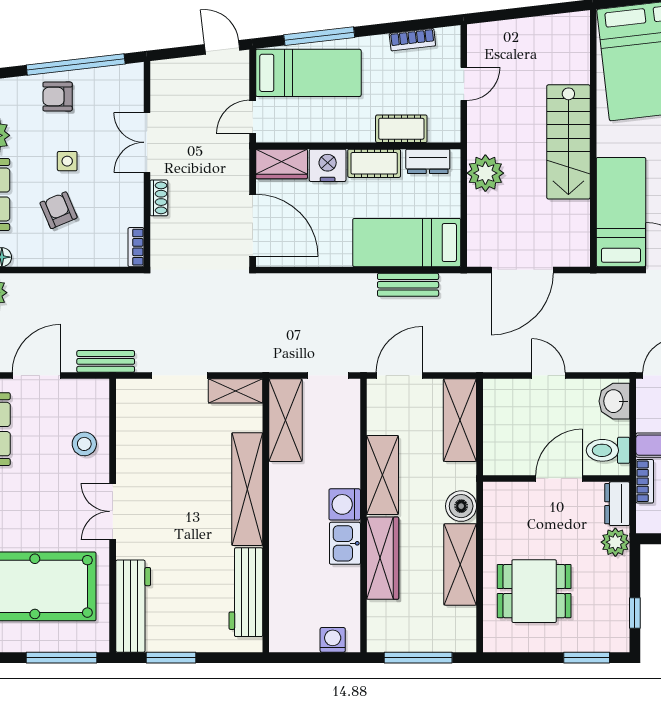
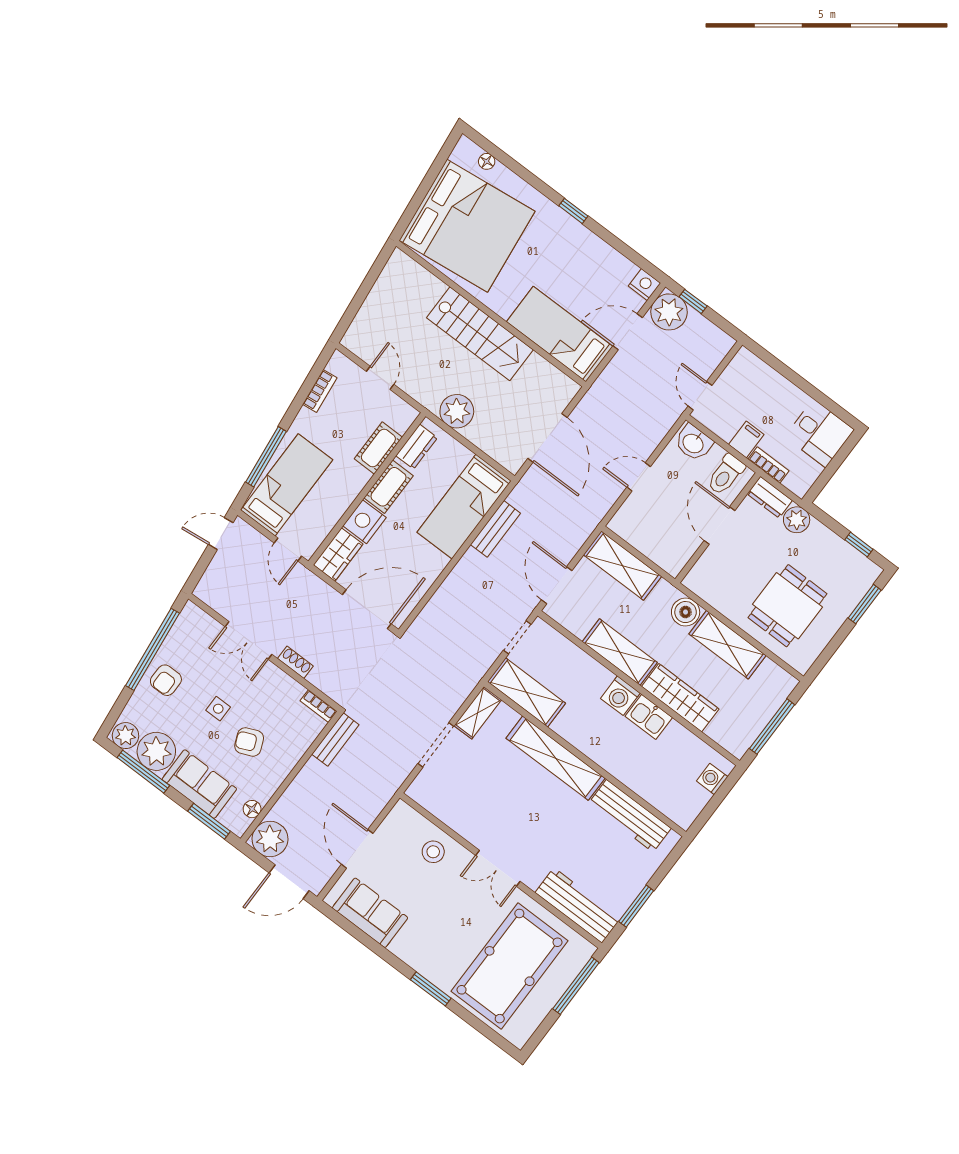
bench: (106, 361) -> (335, 739), moved

